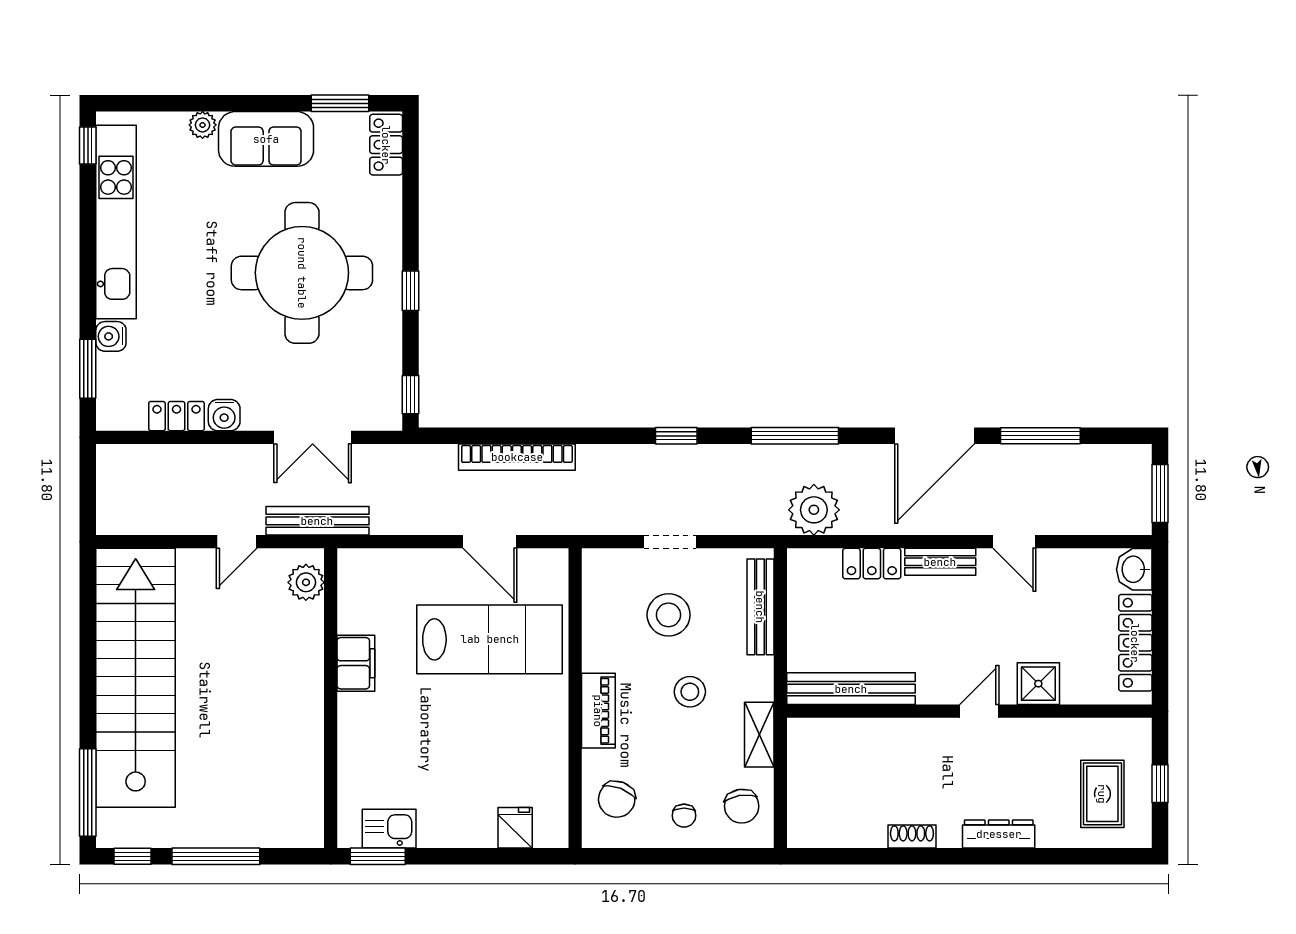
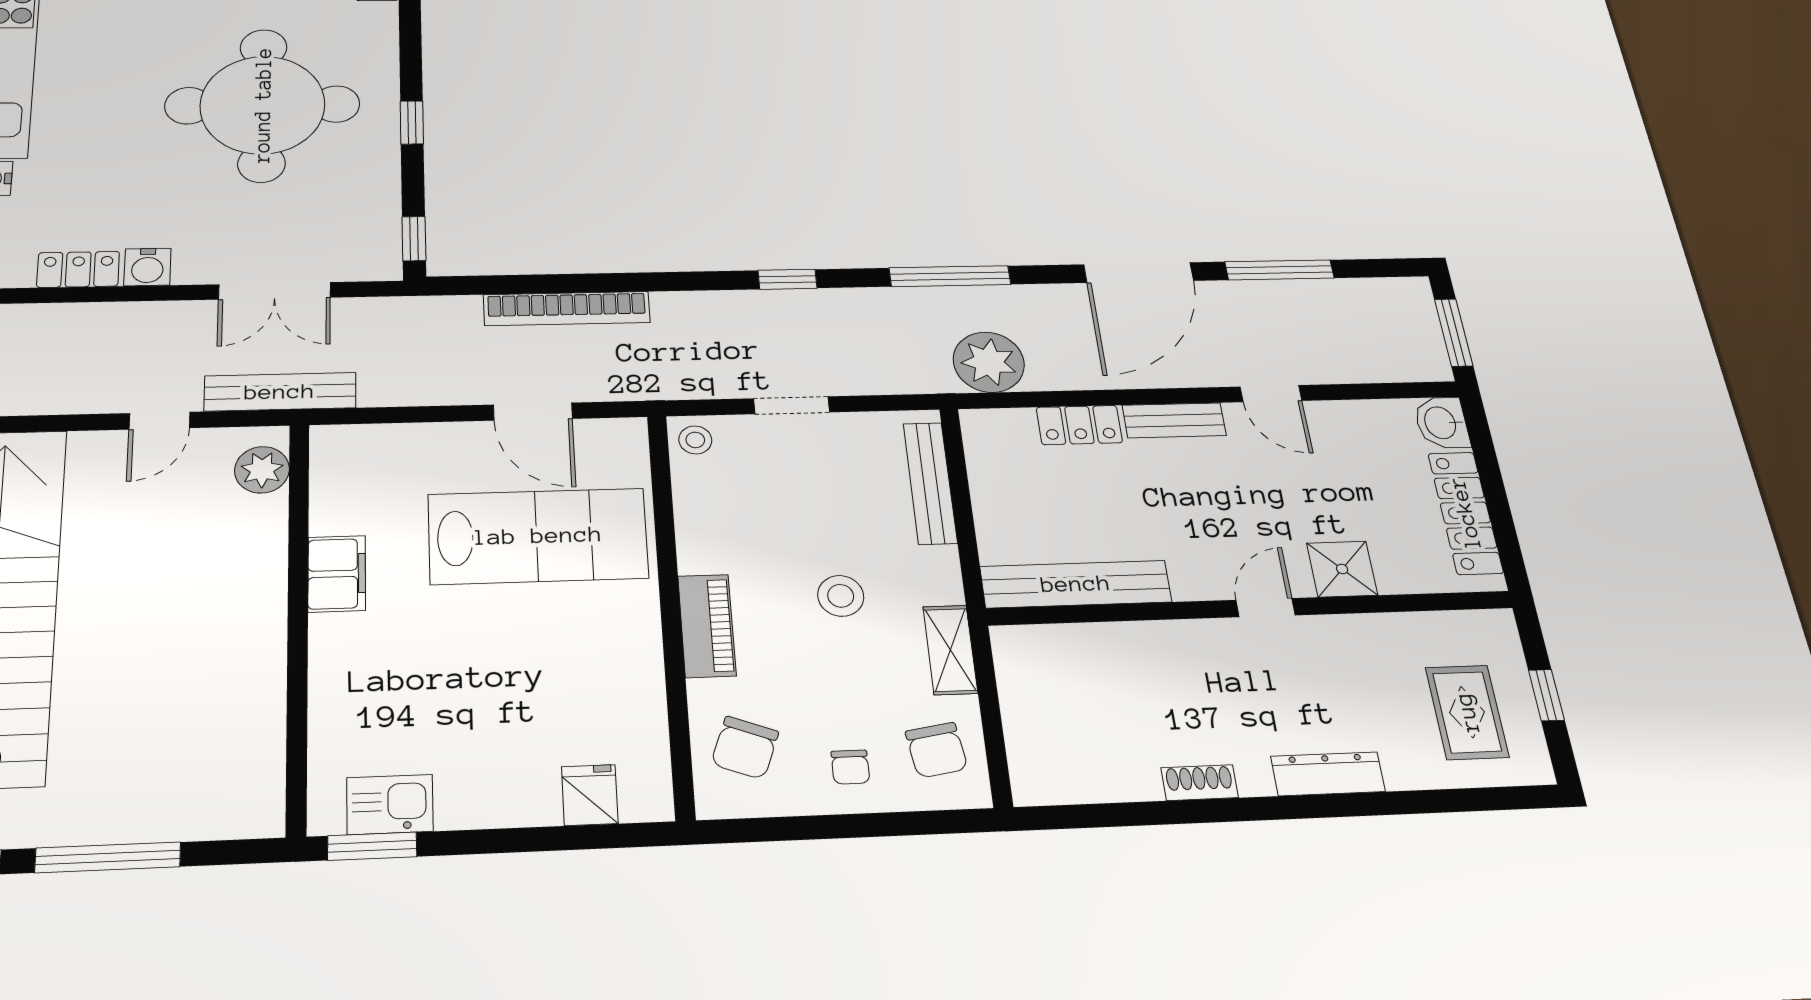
stool: (669, 615) -> (695, 440), moved, width x0.53, depth x0.53

